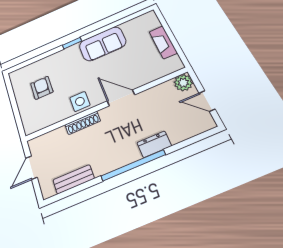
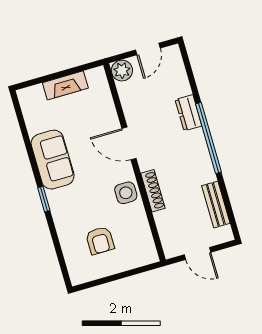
armchair: (42, 88) -> (100, 240), turned -90
door: (121, 98) -> (129, 143), hinge flipped

